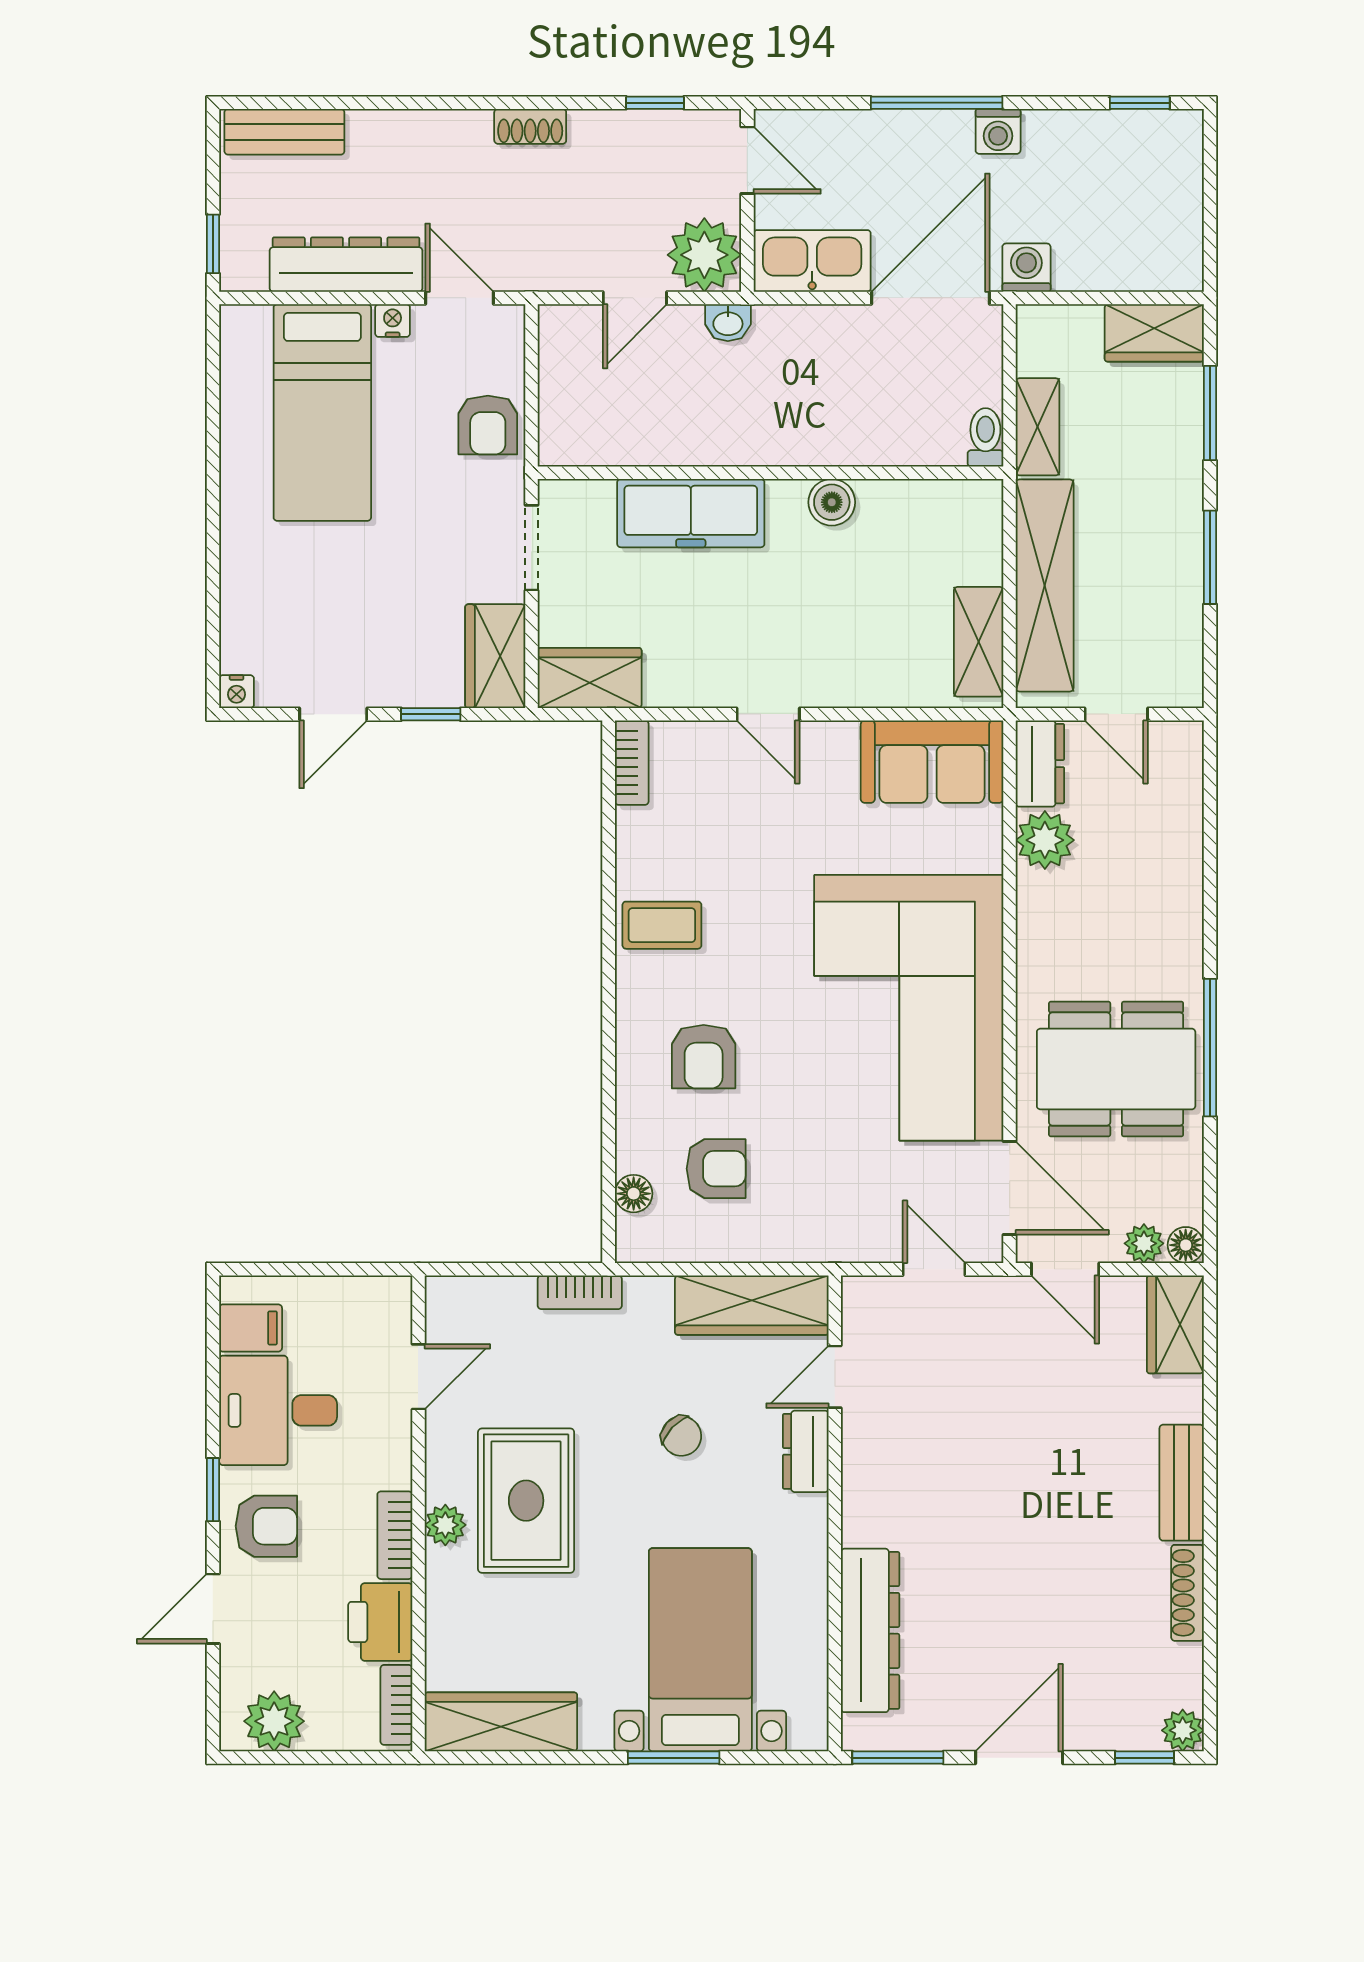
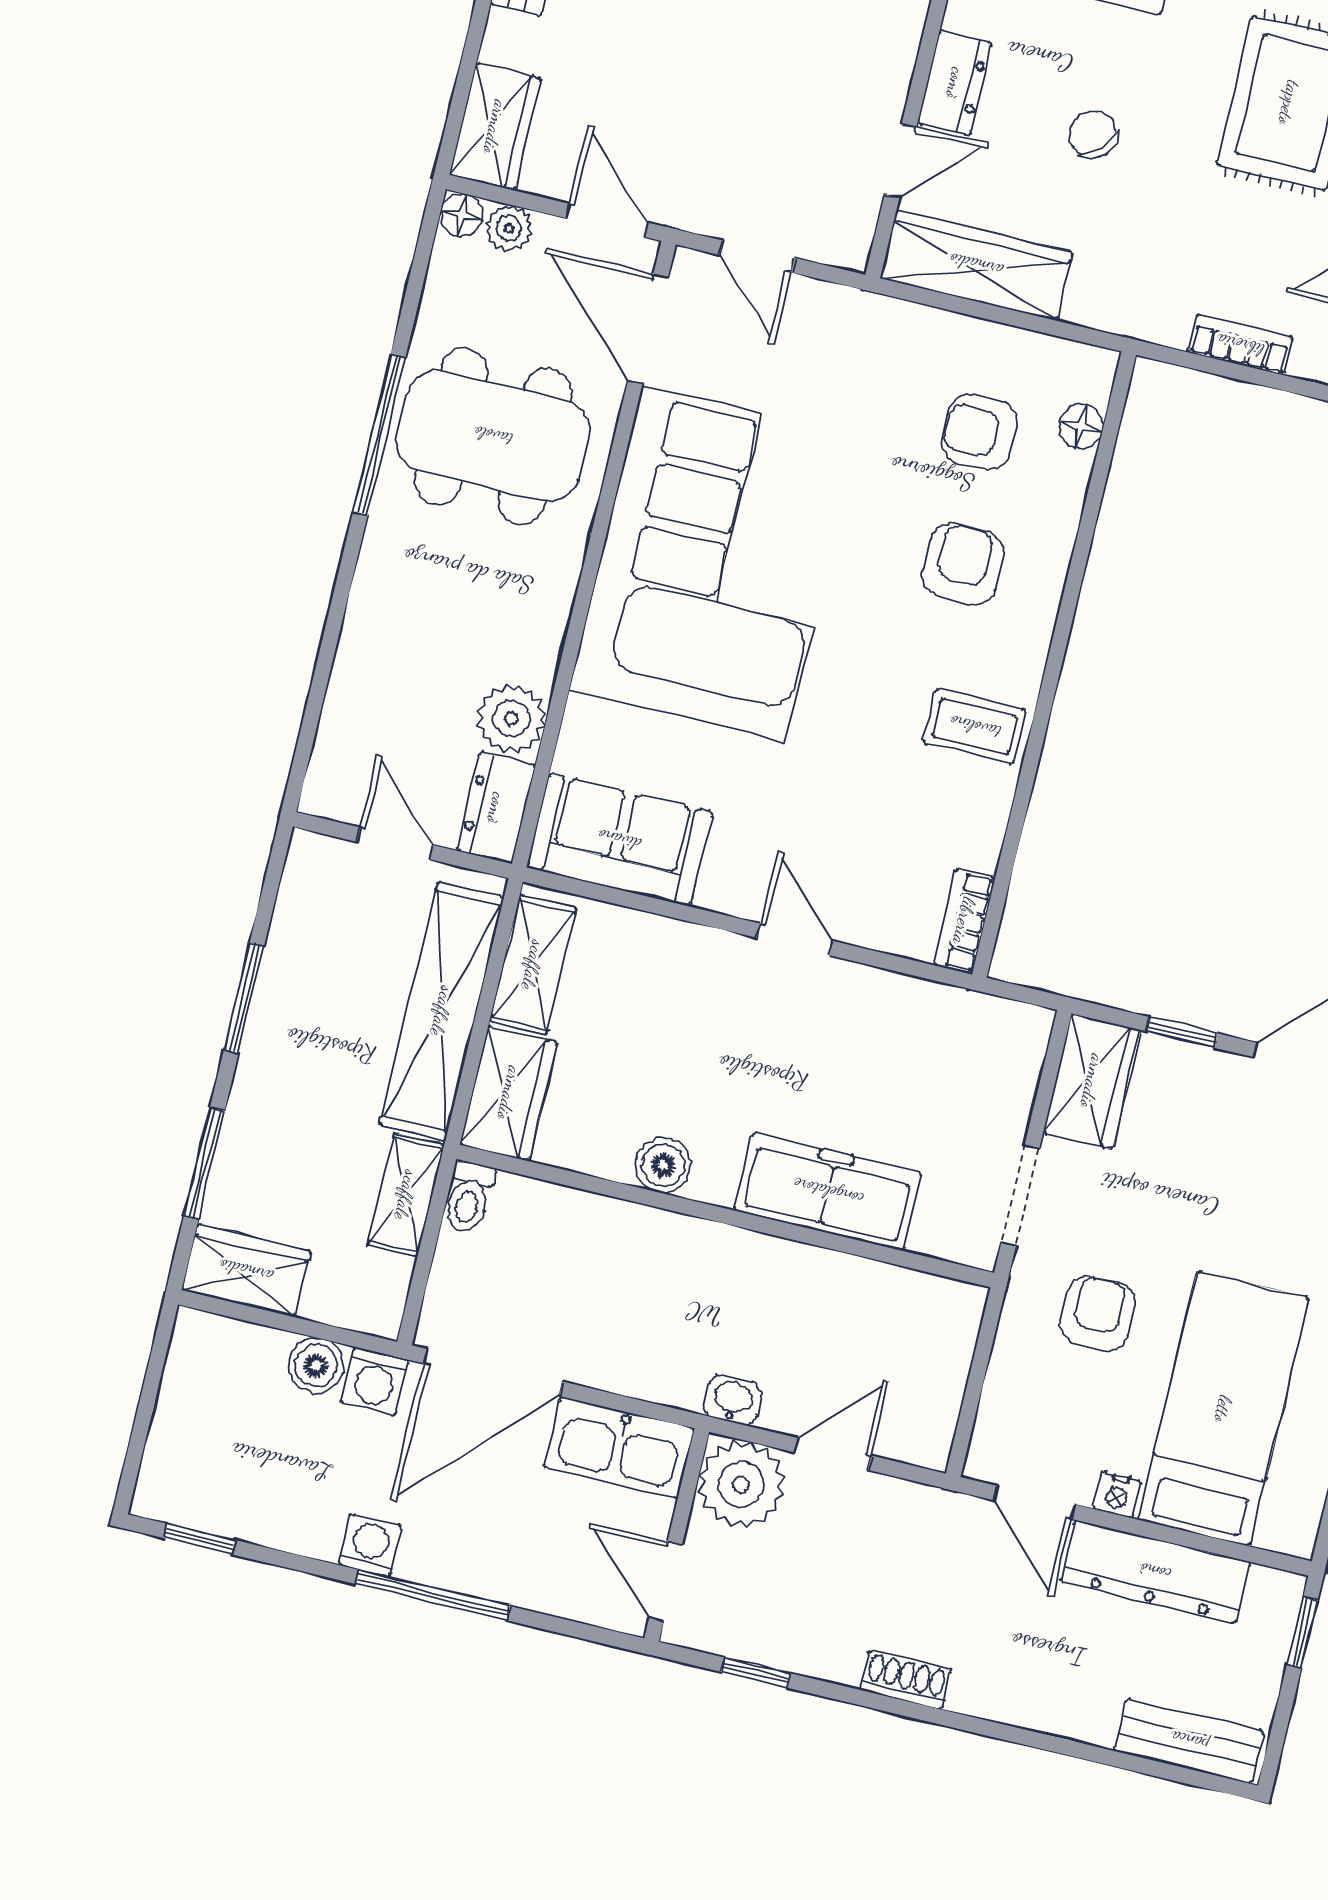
boiler: (1078, 269) -> (316, 1366), added
armchair: (488, 425) -> (1098, 1313), moved
wardrobe: (590, 678) -> (509, 1093), moved, turned -90
bookcase: (580, 1292) -> (1240, 345), moved

